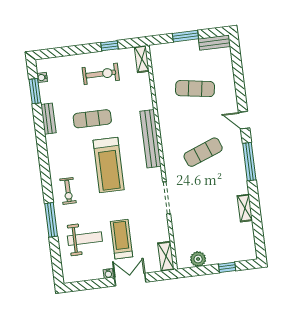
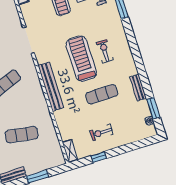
exercise bike: (101, 74) -> (102, 133), width x0.73, depth x0.72
exercise bike: (68, 191) -> (105, 51), moved

